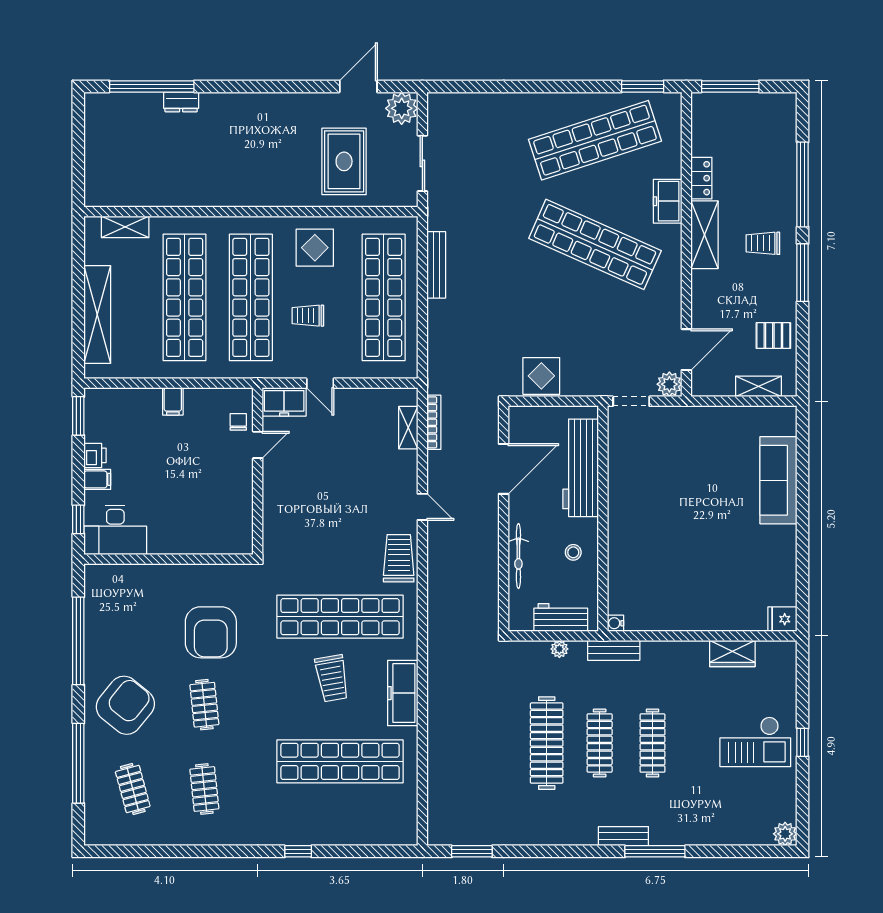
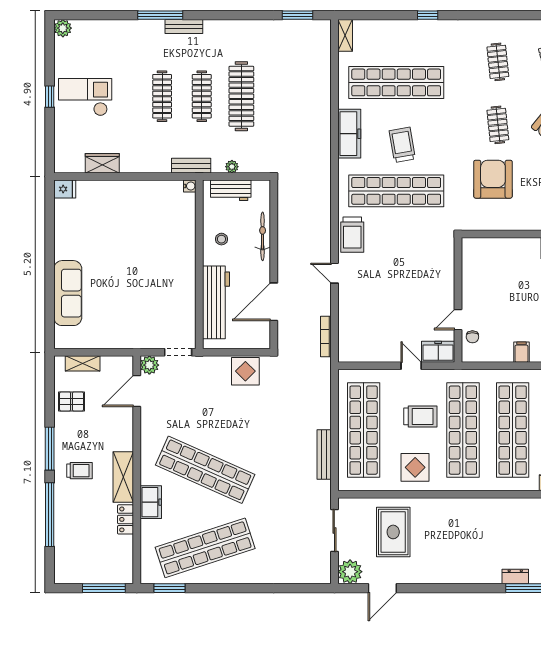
trolley: (308, 316) -> (420, 416), width x1.36, depth x1.39
shelving: (408, 428) -> (345, 35), moved

